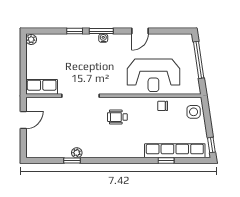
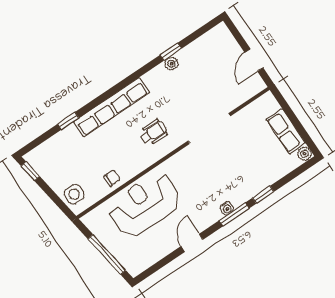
row of seats: (42, 87) -> (286, 131), moved, turned 90
row of seats: (175, 151) -> (111, 107), moved

